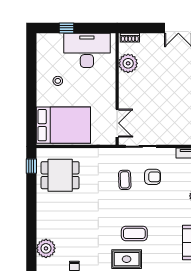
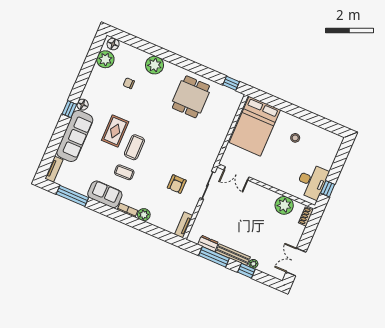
window: (66, 28) -> (328, 189), moved
desk: (87, 50) -> (312, 181), width x0.73, depth x0.77
dining table: (60, 175) -> (191, 97), moved
coffee table: (125, 180) -> (124, 172), moved

